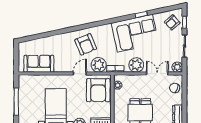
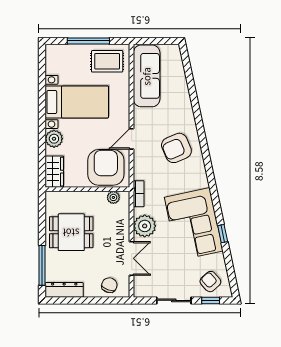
sofa: (39, 64) -> (147, 76), width x1.36
plant: (99, 65) -> (145, 168), removed
plant: (177, 67) -> (141, 289), removed
door: (80, 74) -> (132, 139), swing flipped
rug: (29, 89) -> (107, 61), added
armchair: (98, 90) -> (106, 167), turned 90

